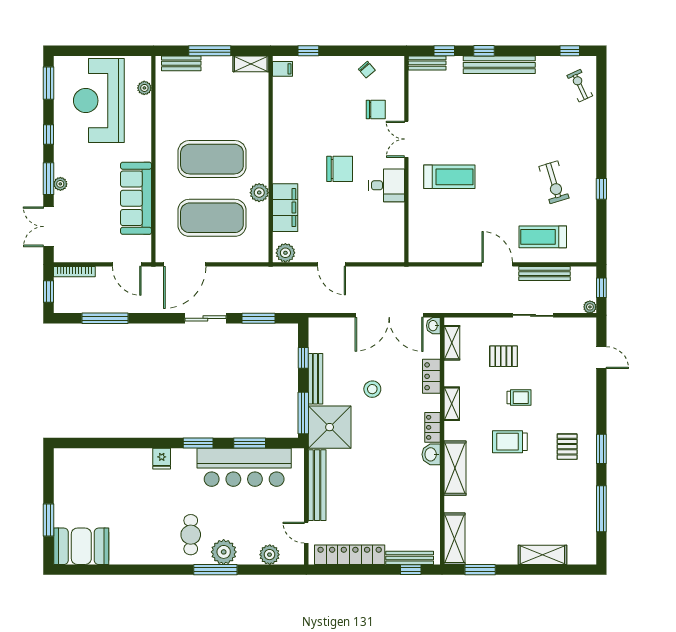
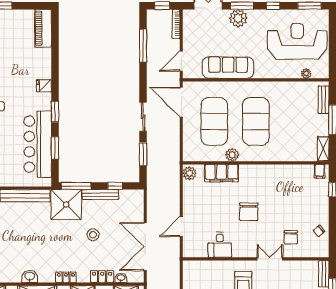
plant: (60, 184) -> (238, 18), width x1.88, depth x1.88
desk: (387, 185) -> (220, 245), moved
door: (332, 264) -> (181, 227), moved
washbasin: (433, 326) -> (121, 278), moved
washbasin: (431, 454) -> (30, 276), moved
piano: (80, 460) -> (43, 28), added

